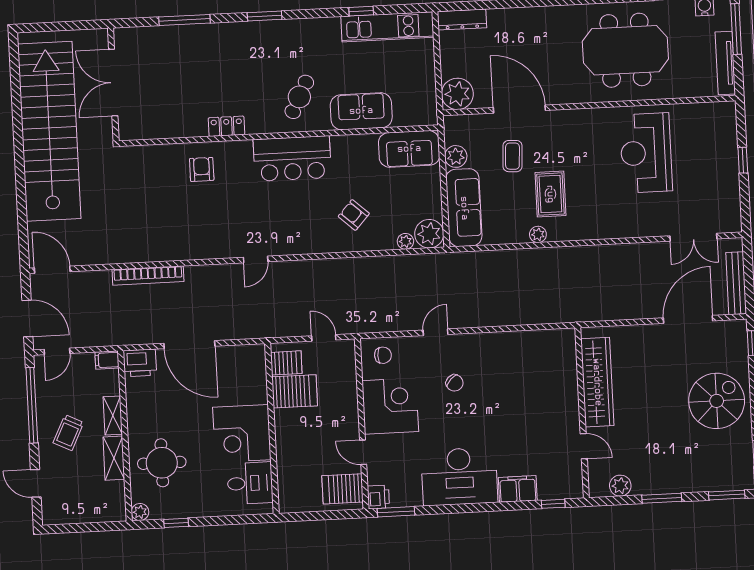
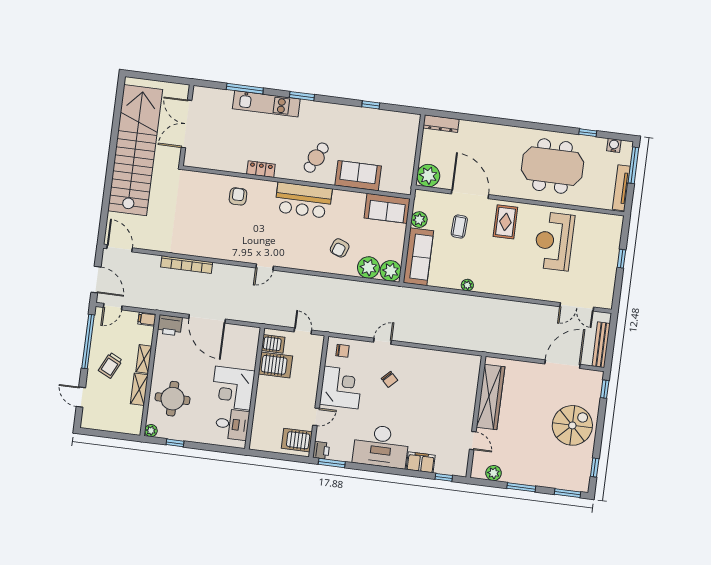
kitchen unit: (387, 27) -> (266, 104), moved
rug: (550, 194) -> (505, 222), moved
armchair: (354, 215) -> (340, 248), turned -111
plant: (405, 241) -> (368, 267), width x1.88, depth x1.88
door: (363, 452) -> (316, 417), swing flipped

